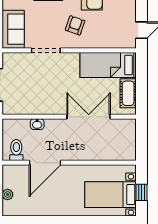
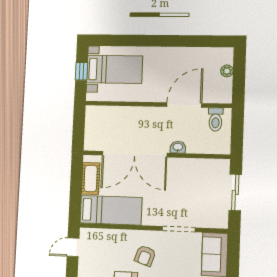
double door: (89, 117) -> (135, 154), width x1.36
washbasin: (37, 124) -> (178, 147), moved

